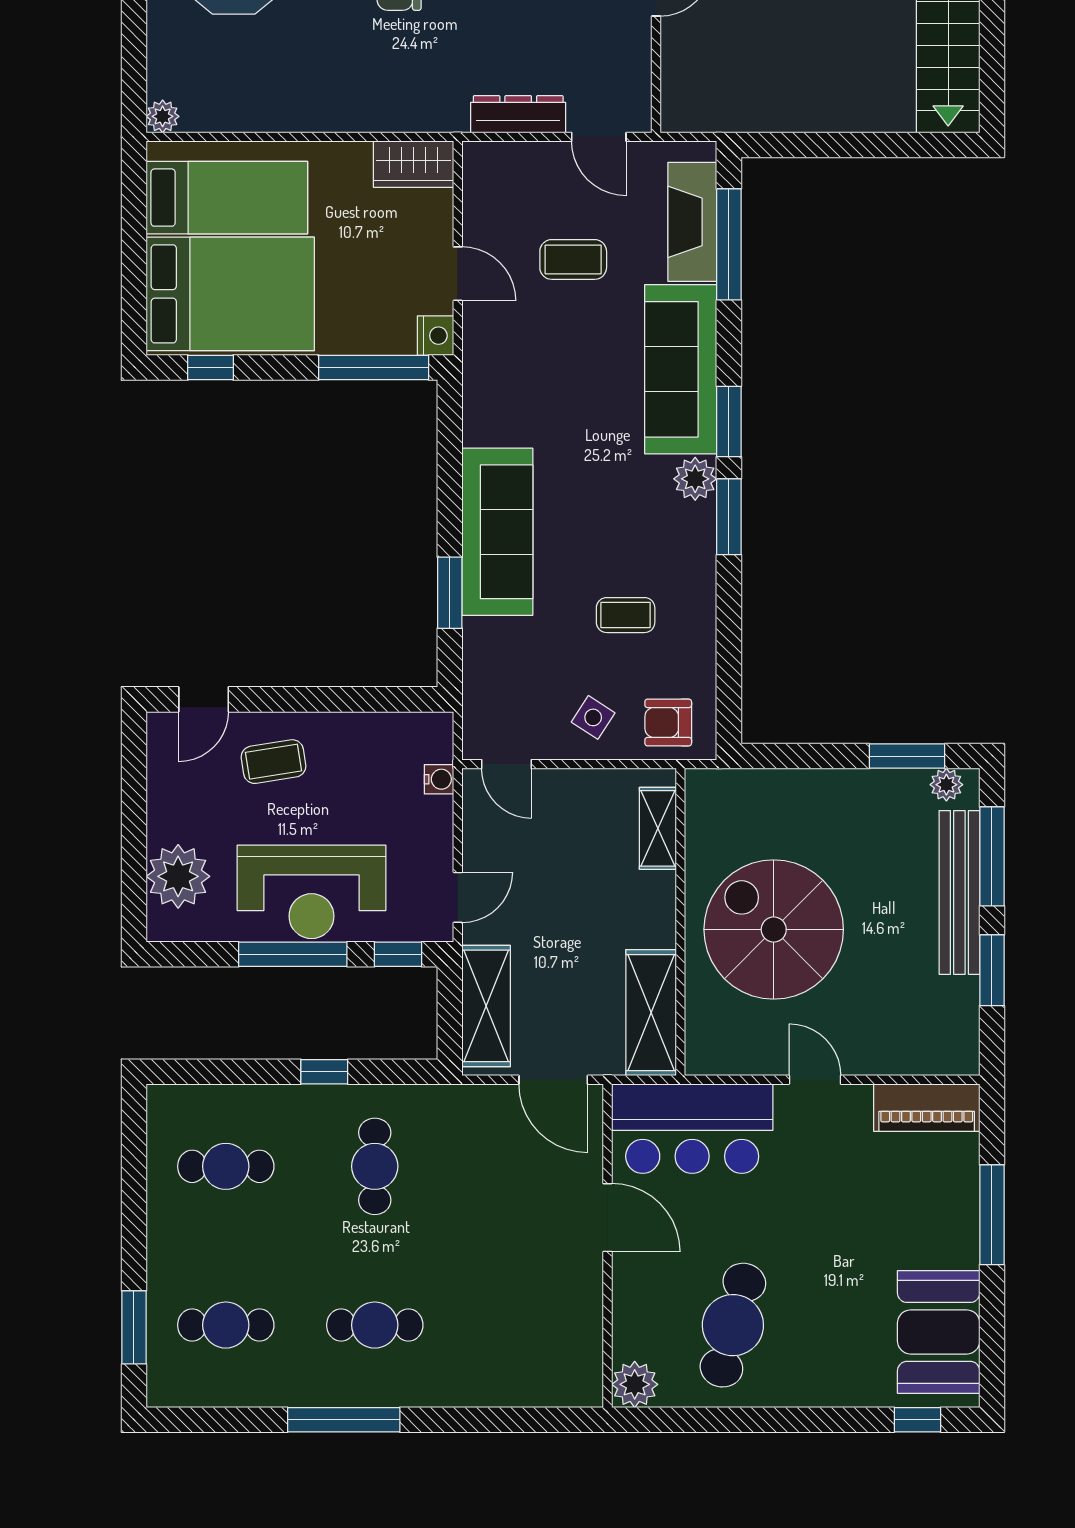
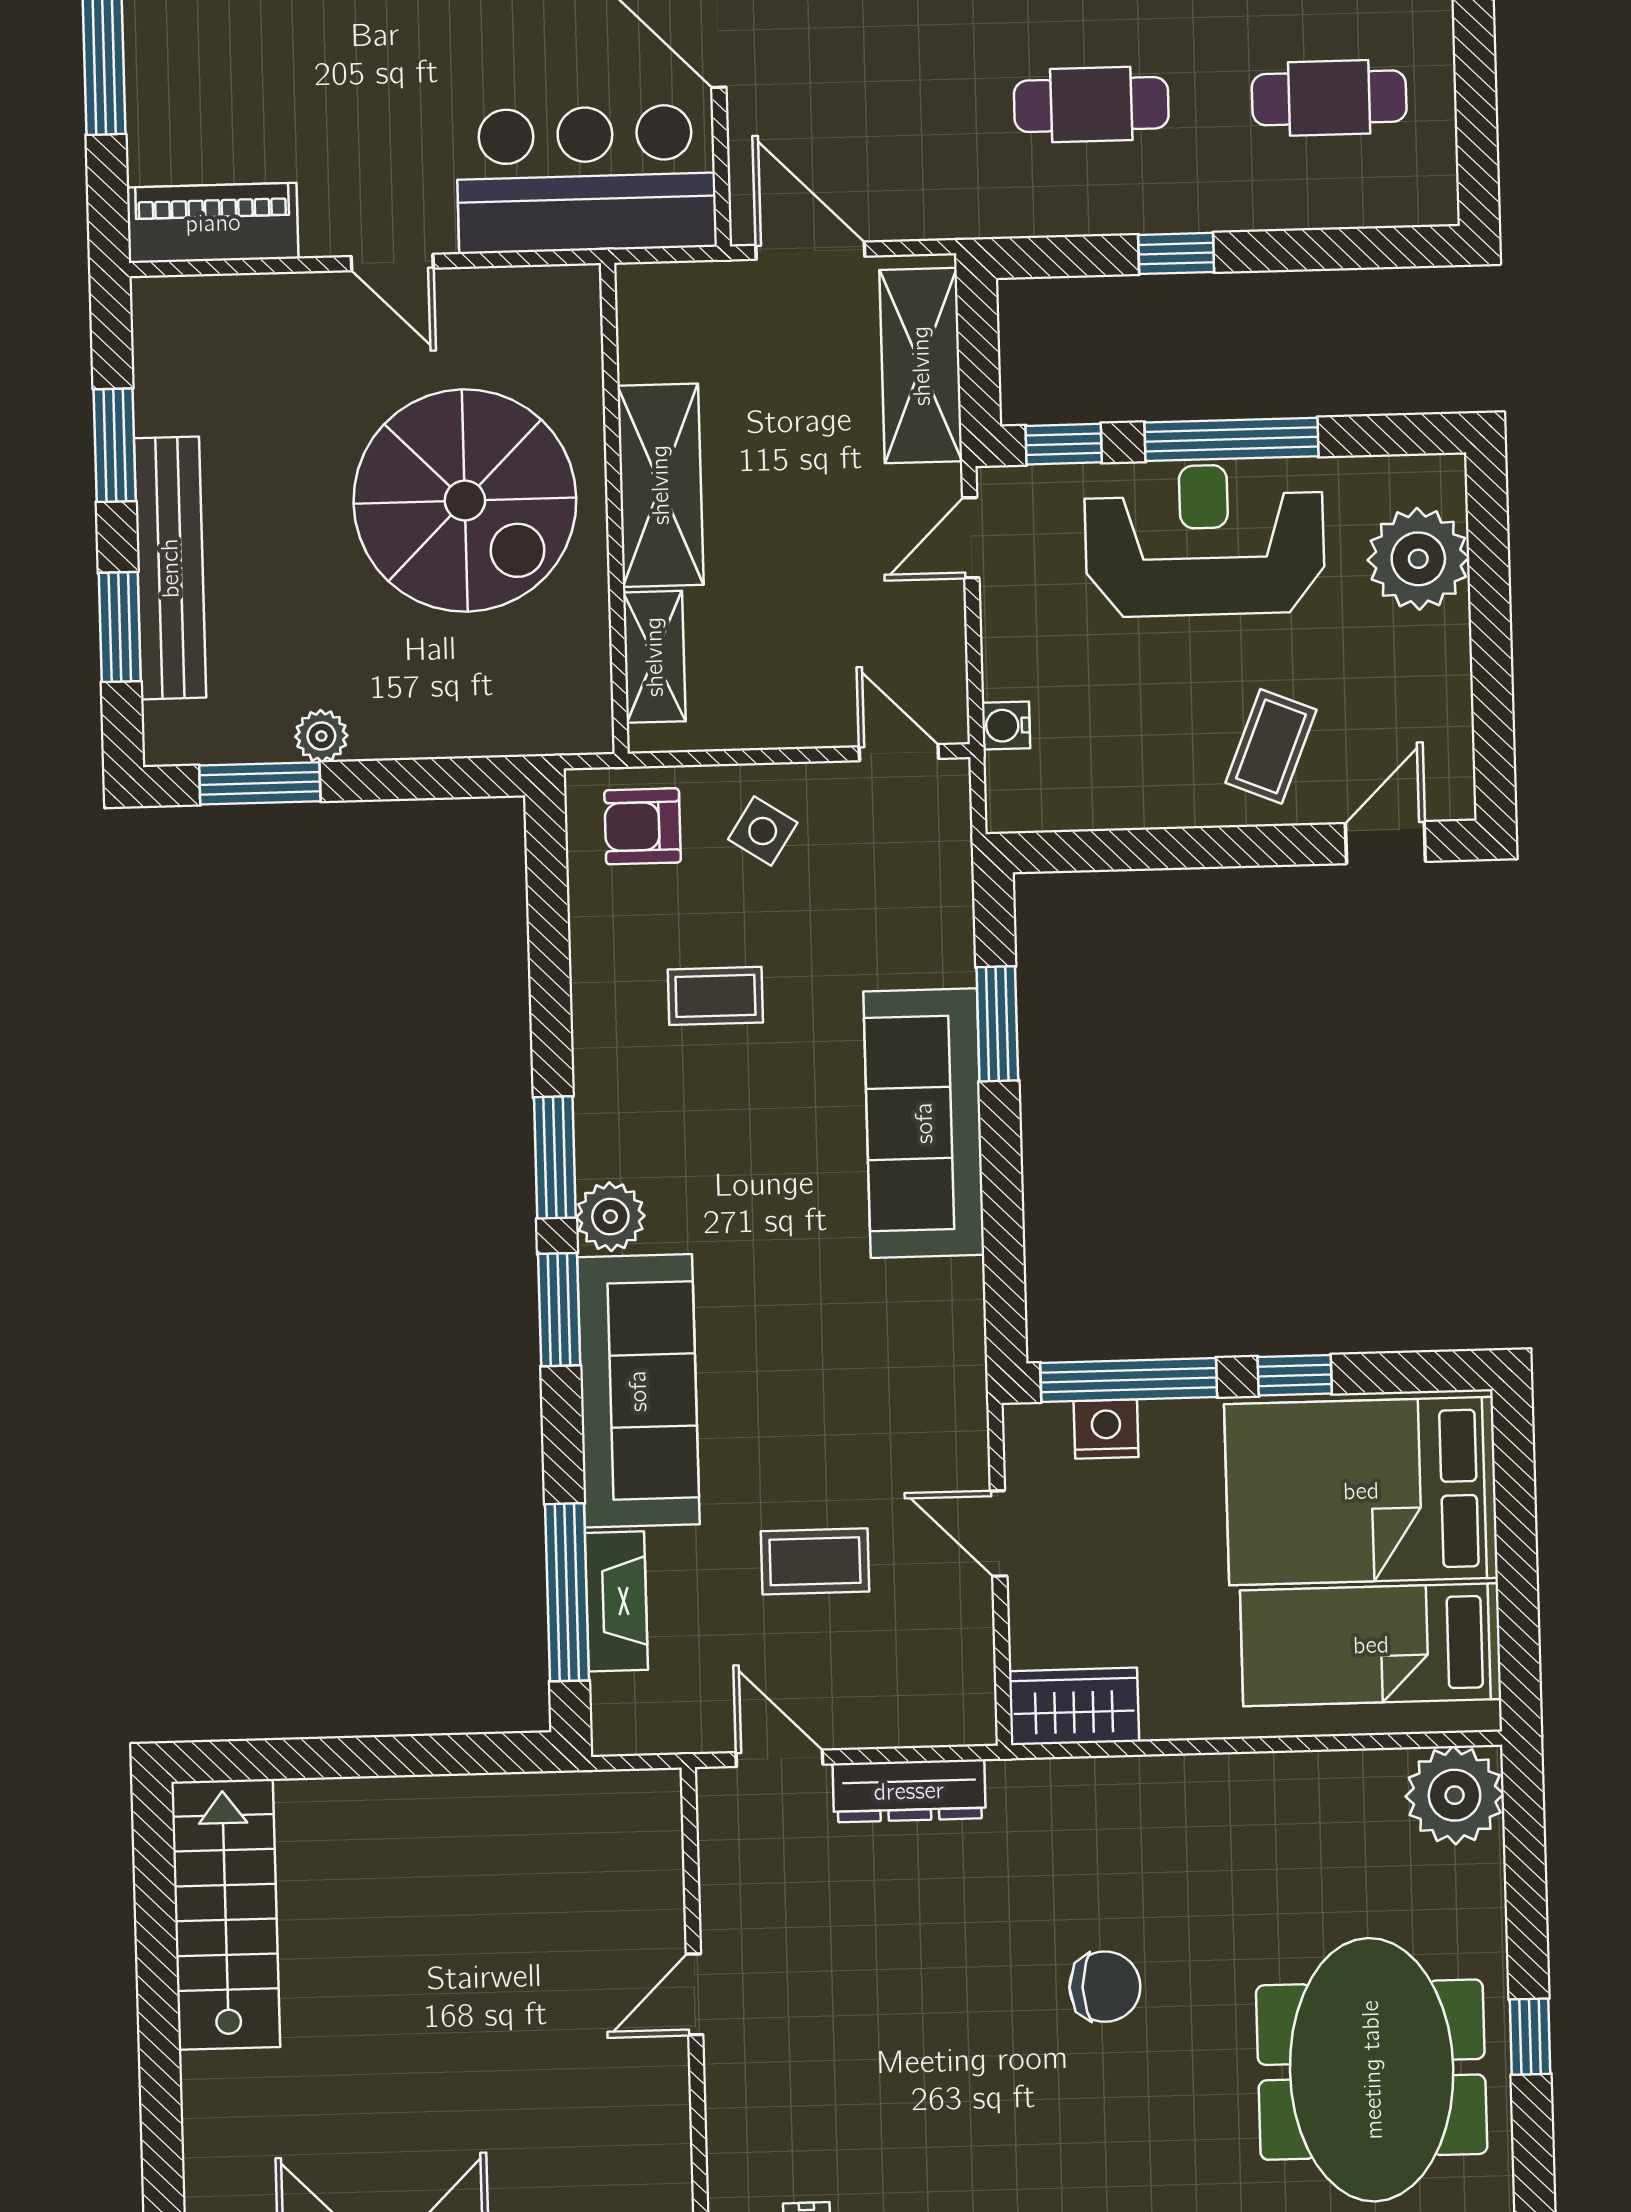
plant: (163, 116) -> (1455, 1795), width x1.87, depth x1.87
fireplace: (692, 222) -> (616, 1601), width x0.73, depth x0.76
nightstand: (436, 336) -> (1106, 1429), moved, turned 90
window: (211, 368) -> (1295, 1375), moved
armchair: (668, 722) -> (643, 826), turned 180
coffee table: (273, 762) -> (1271, 746), turned -59
plant: (946, 785) -> (321, 736), moved
window: (992, 856) -> (120, 627), width x0.69
shelving: (651, 1013) -> (660, 485), moved
cafe table: (375, 1166) -> (1091, 105), turned 90

